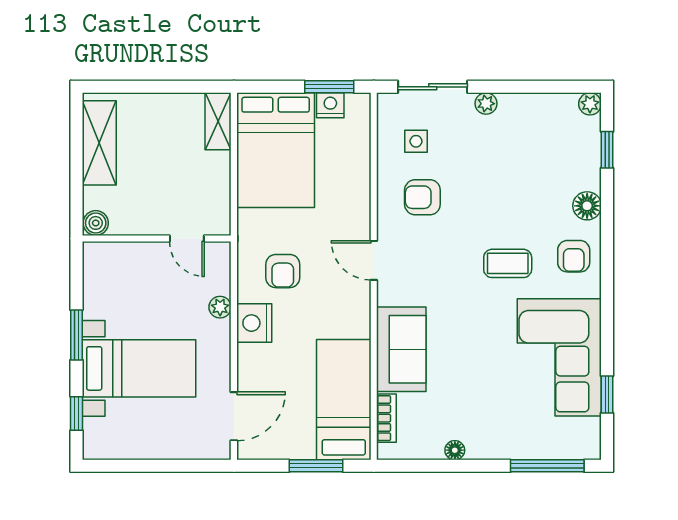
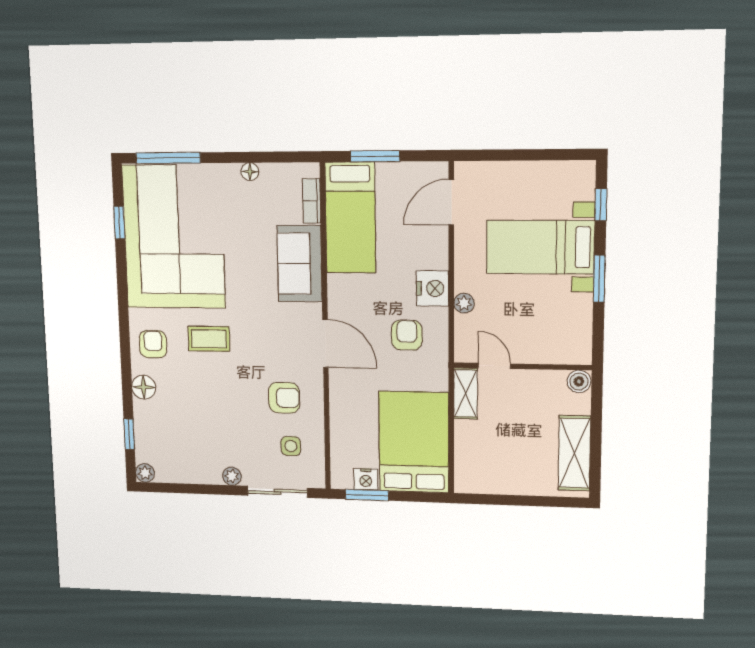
shelving: (218, 121) -> (466, 393), moved
door: (374, 260) -> (325, 343), width x1.38
corner sofa: (559, 357) -> (174, 237), width x1.36, depth x1.36

